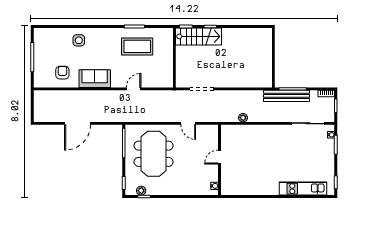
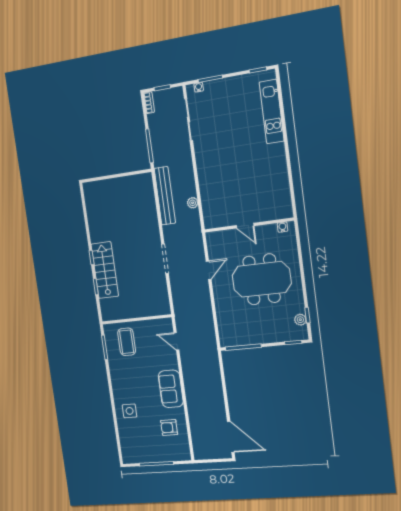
coffee table: (137, 46) -> (127, 342), width x0.73, depth x0.76
wall: (174, 58) -> (136, 319), moved
bench: (287, 96) -> (165, 196), moved
door: (77, 123) -> (231, 437), moved
meeting table: (154, 154) -> (262, 279), moved

